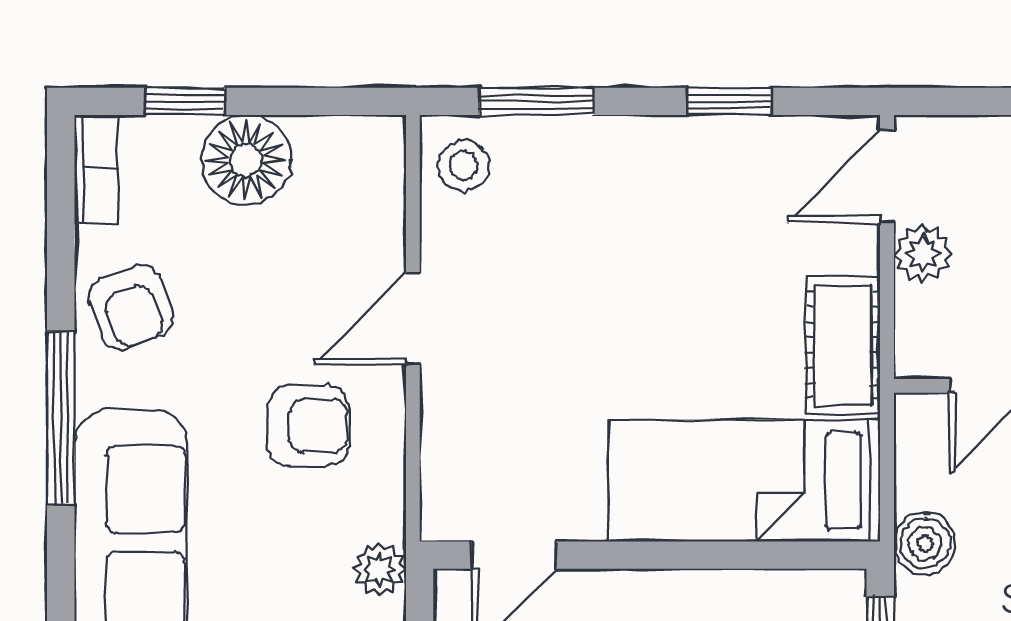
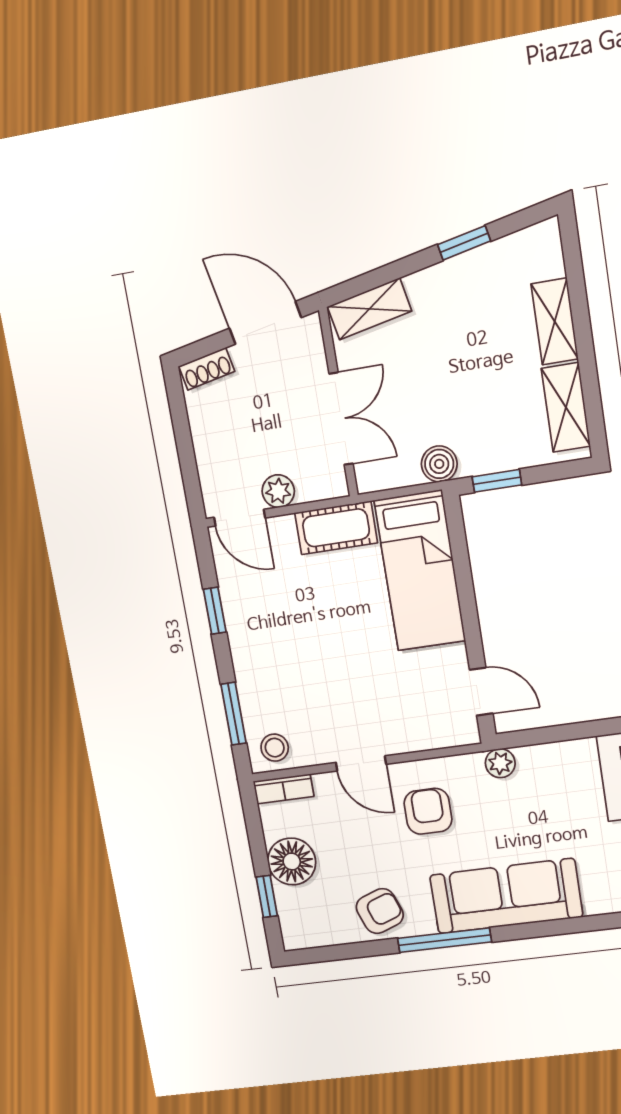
bookcase: (96, 169) -> (284, 789), moved, turned 180

